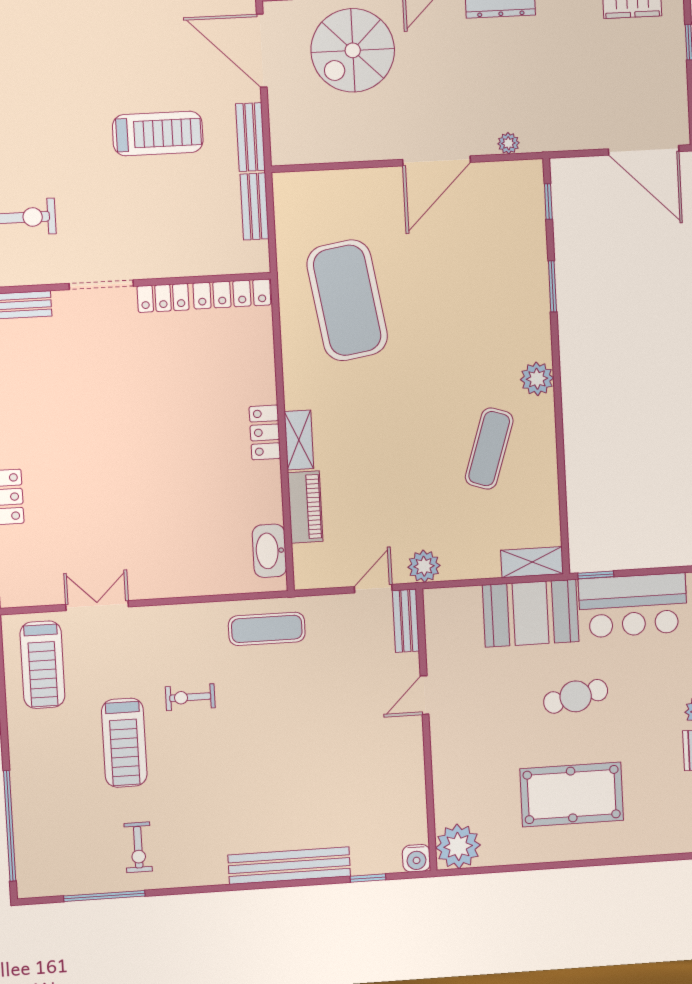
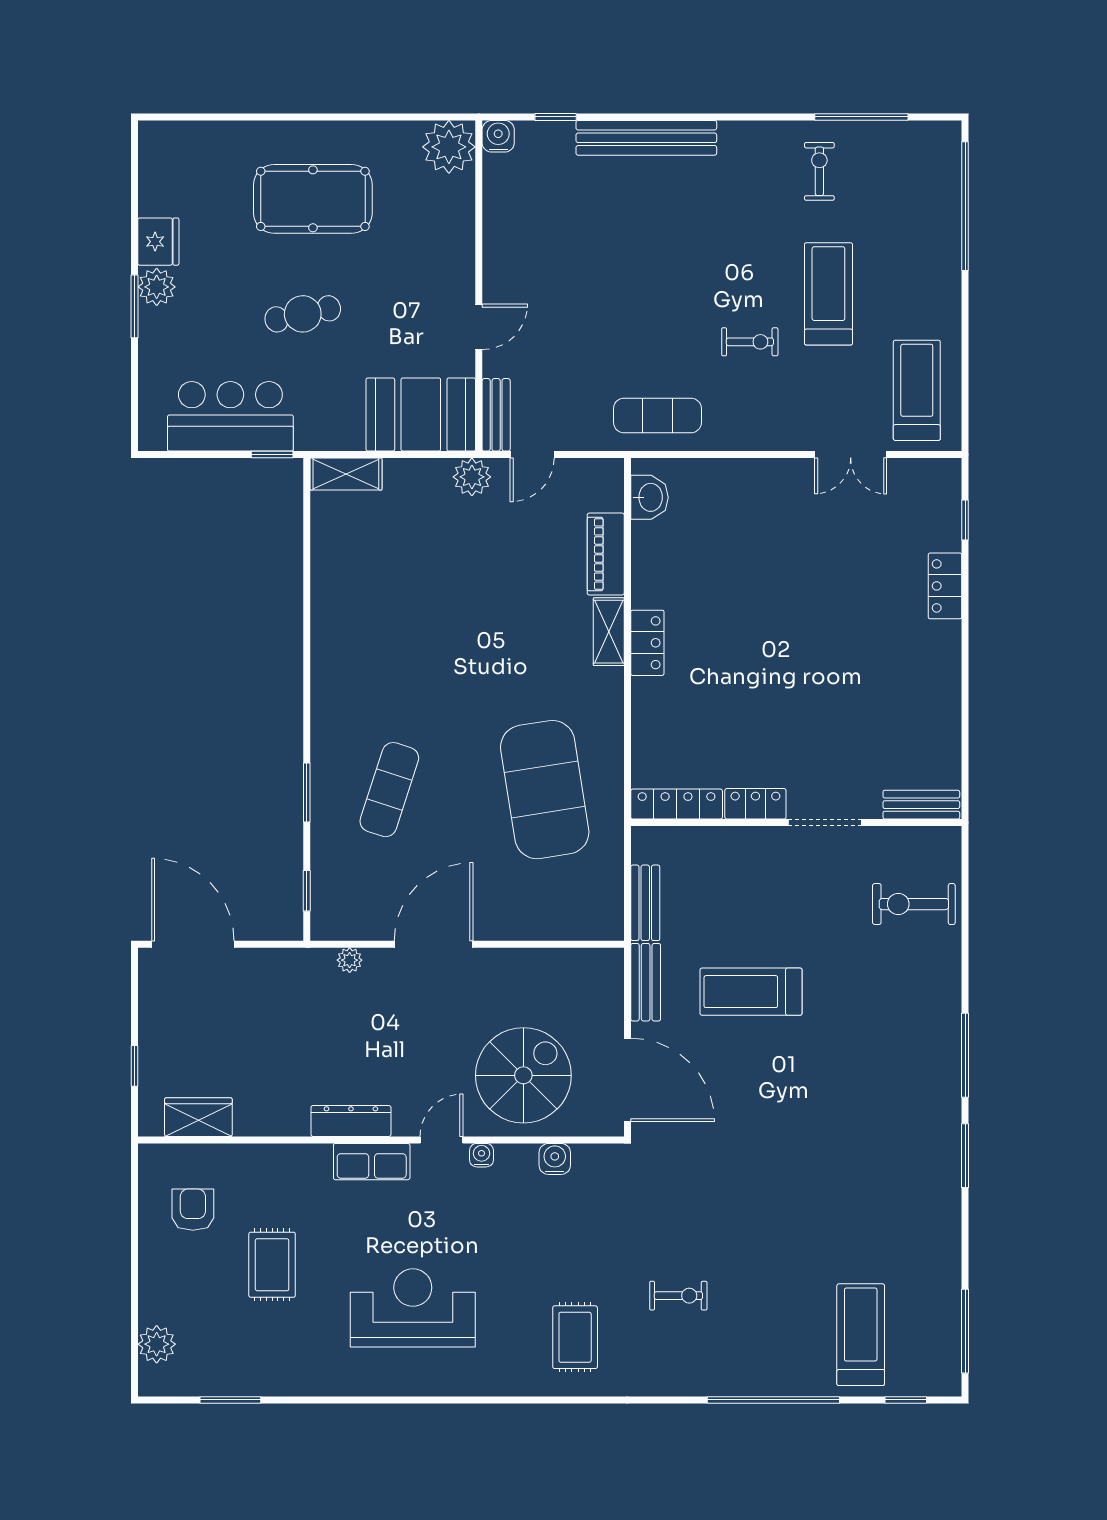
plant: (537, 379) -> (330, 687), removed
exercise mat: (489, 449) -> (389, 790), moved
washbasin: (269, 551) -> (650, 497), width x0.72
booth: (531, 613) -> (421, 415), moved

